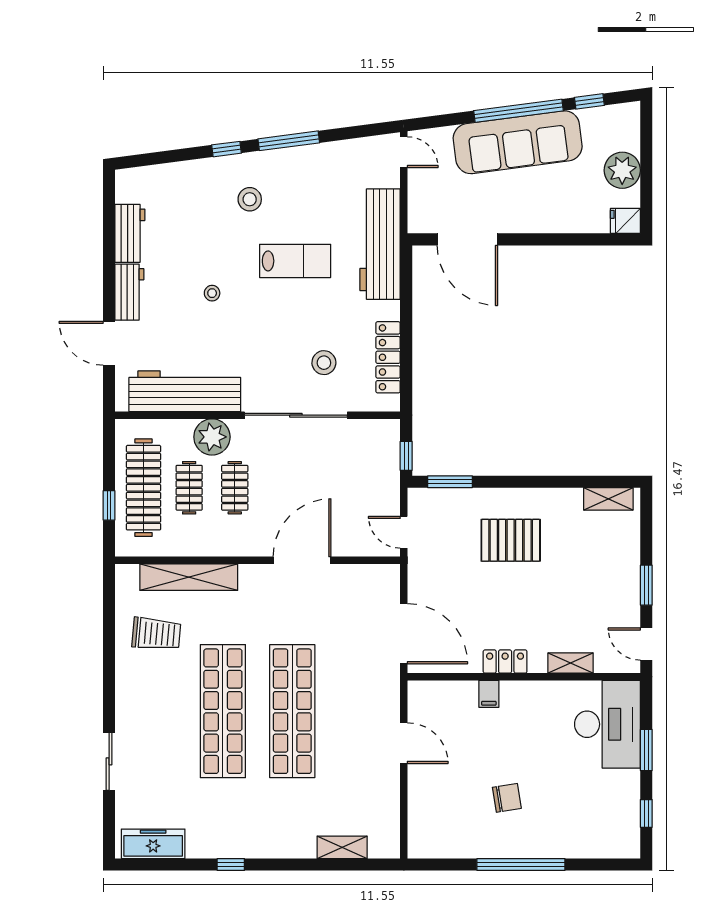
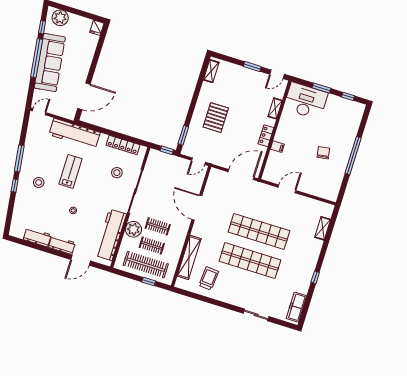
plant: (622, 170) -> (60, 18), moved

